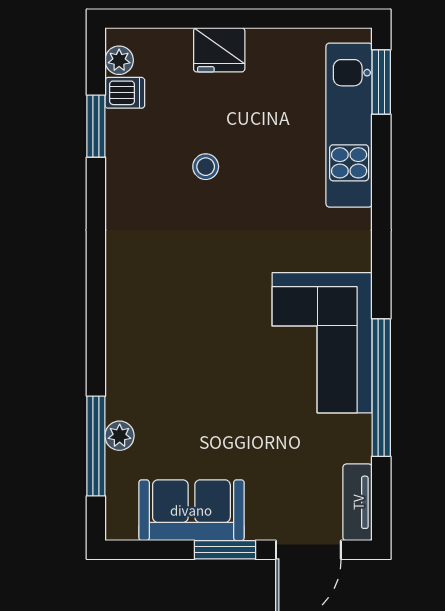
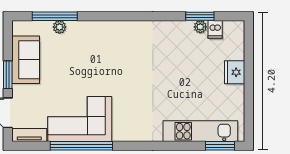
plant: (119, 60) -> (200, 27), moved
stool: (206, 167) -> (182, 66), removed
corner sofa: (322, 343) -> (80, 119), moved

